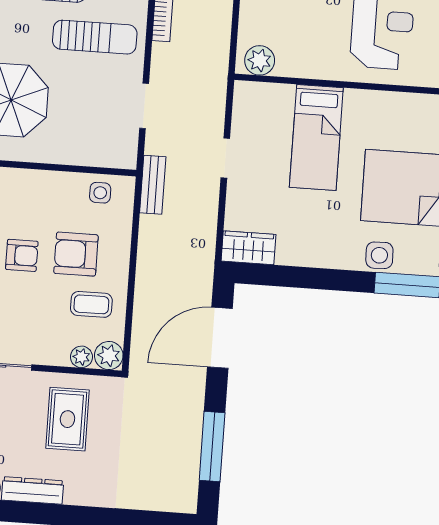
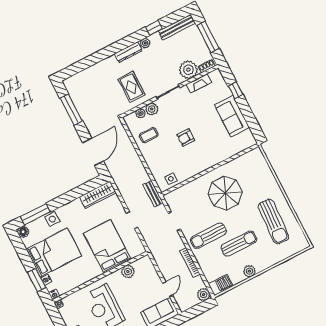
plant: (260, 60) -> (128, 272), moved
bed: (316, 138) -> (107, 246), width x1.50
wardrobe: (248, 248) -> (98, 195), width x1.50
armchair: (76, 254) -> (166, 150), removed
plant: (109, 356) -> (152, 109), moved

